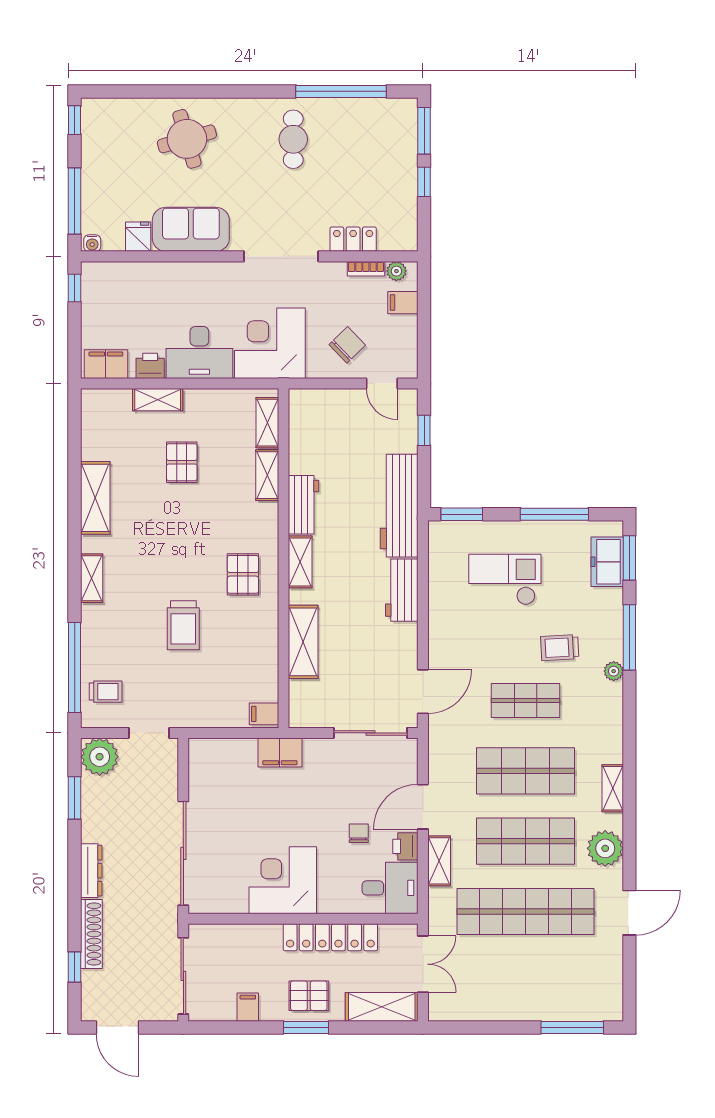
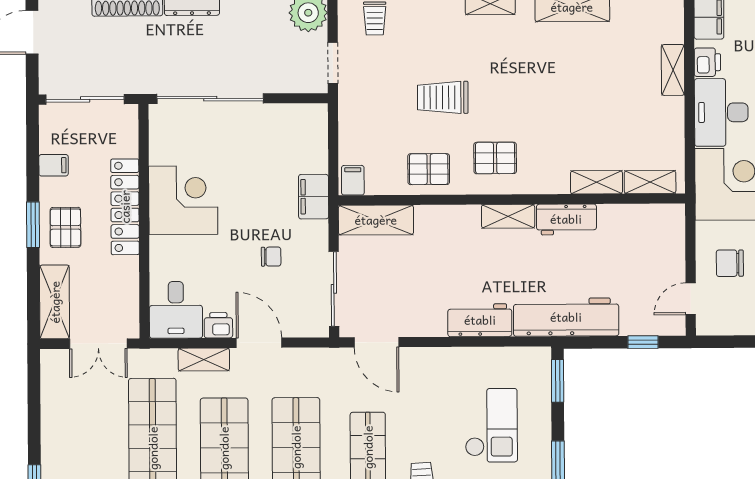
chair: (347, 345) -> (730, 263), turned 134
pallet: (182, 462) -> (429, 169), moved
shelving: (303, 642) -> (376, 220), moved
chair: (359, 833) -> (271, 257), moved
locker: (330, 937) -> (125, 207), moved

